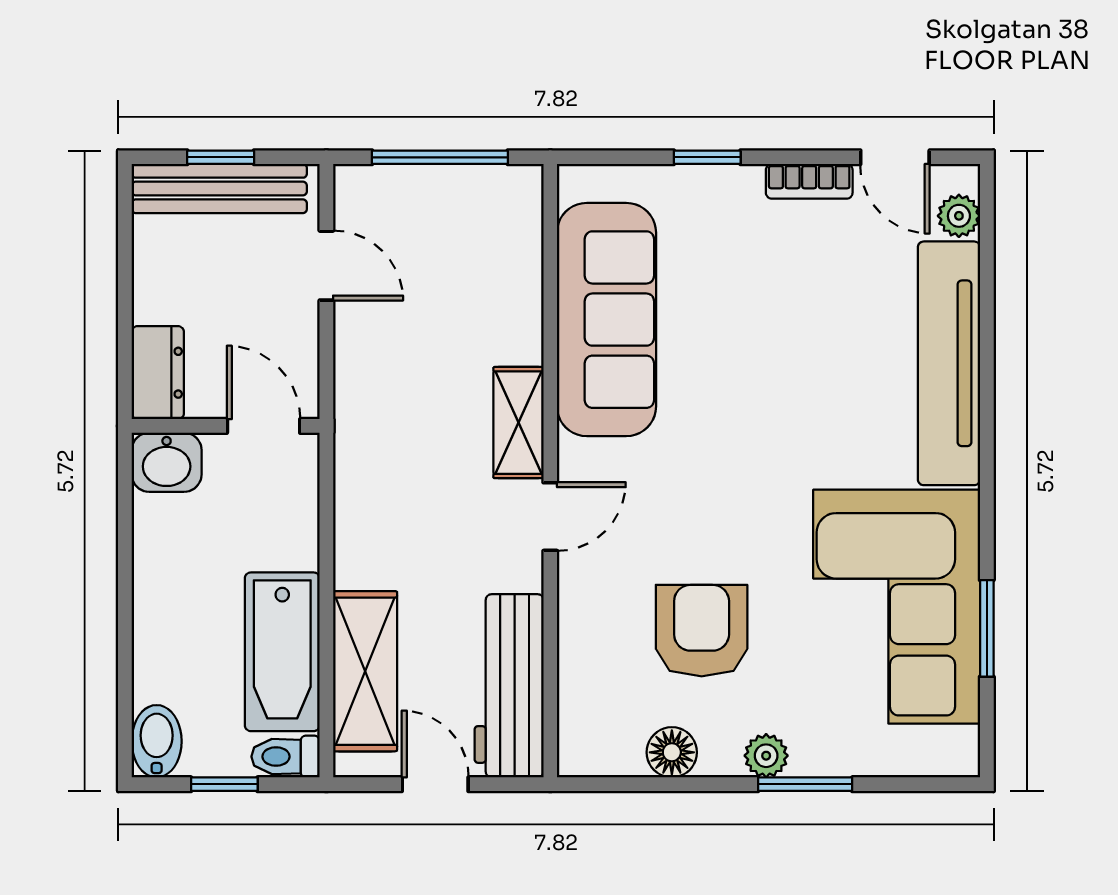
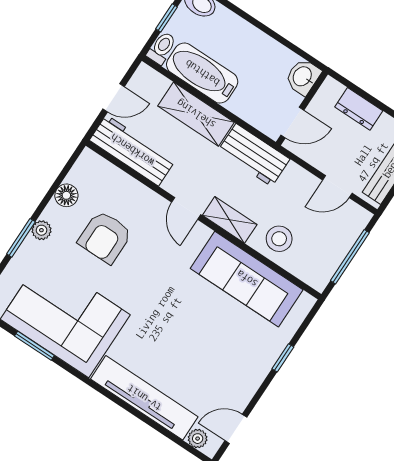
bookcase: (809, 181) -> (248, 390), removed
stool: (493, 309) -> (279, 239), added
dresser: (158, 373) -> (359, 109), moved
workbench: (370, 457) -> (254, 155), added
armchair: (702, 631) -> (105, 237), turned 90
shelving: (365, 671) -> (196, 114), moved

